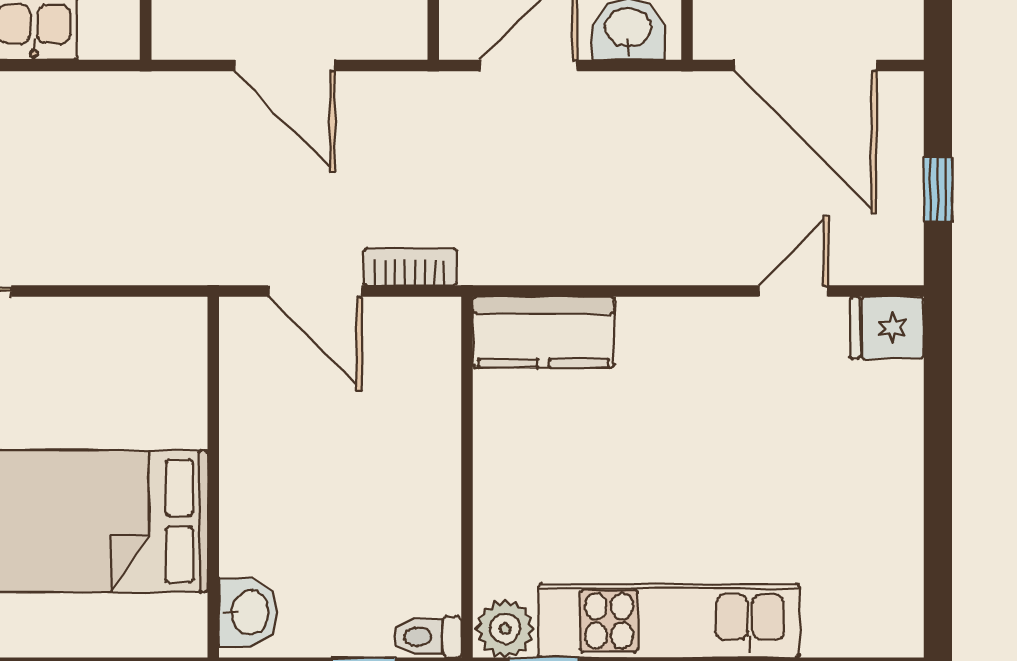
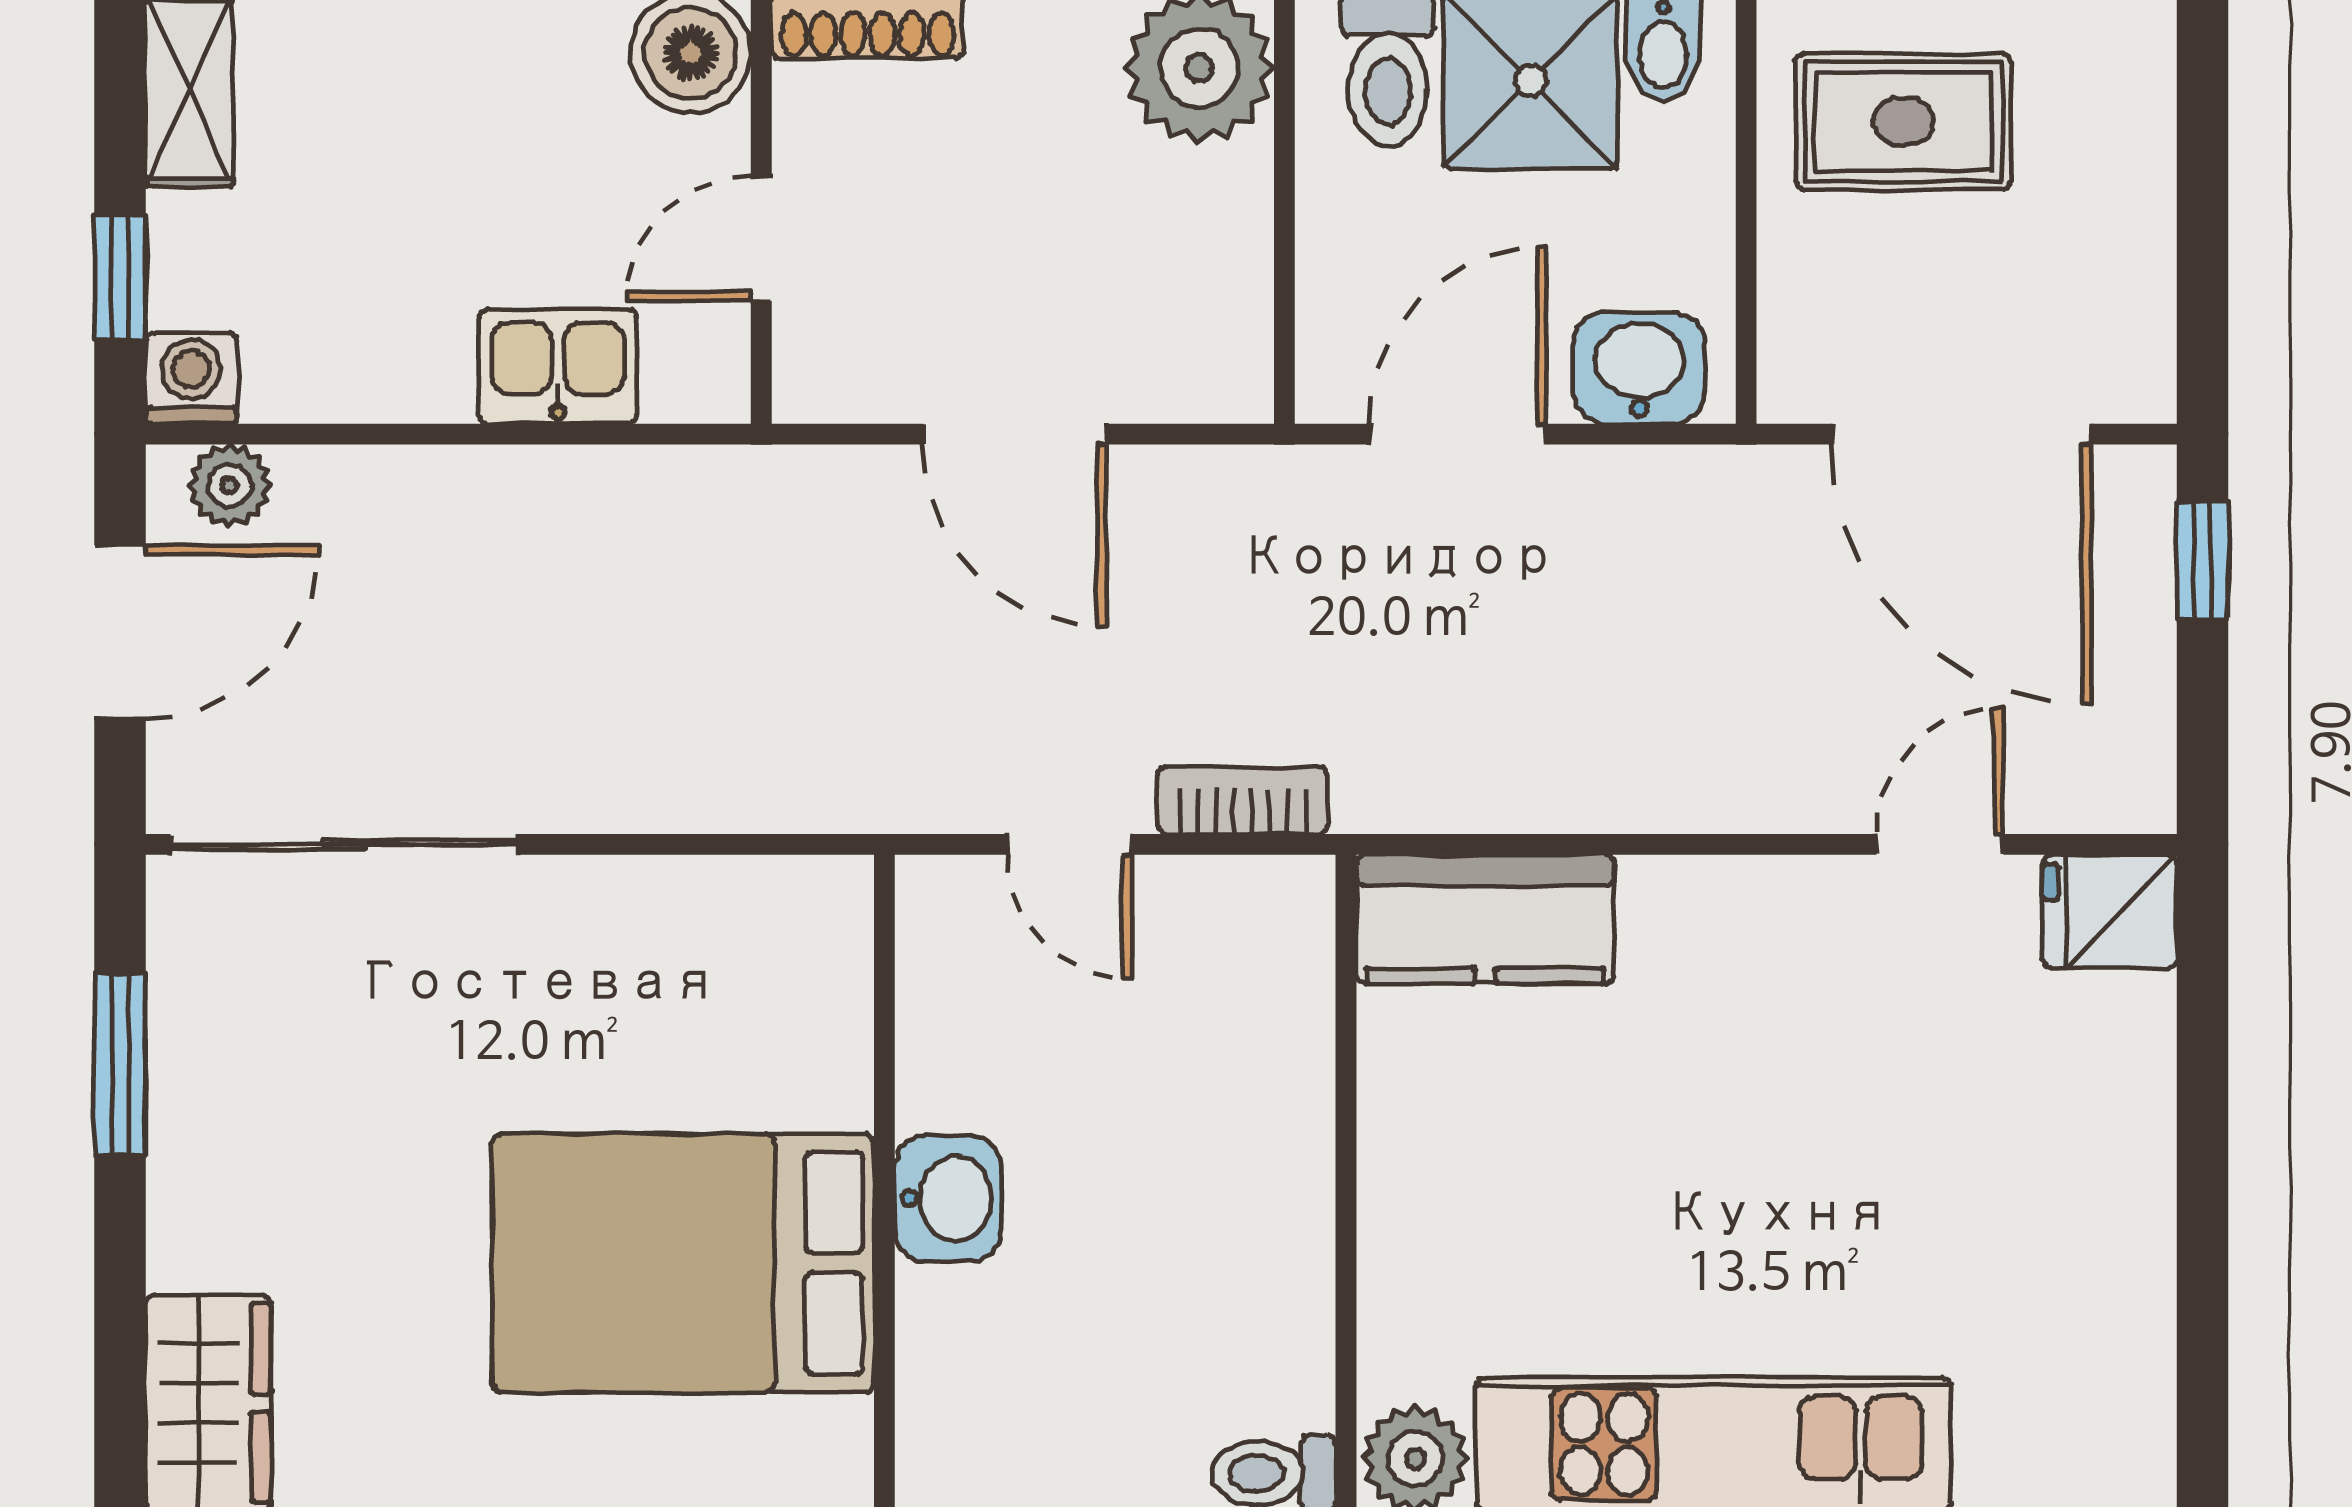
window: (938, 190) -> (2203, 560), moved
door: (315, 291) -> (1069, 844), width x0.73
washbasin: (248, 612) -> (948, 1198), moved

